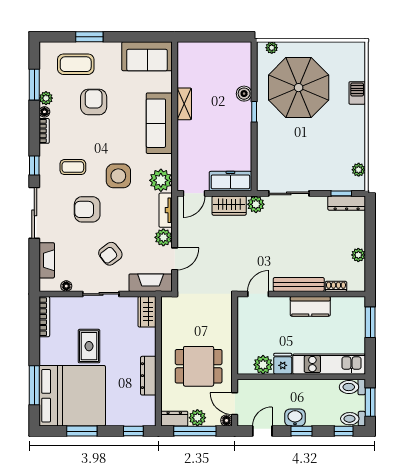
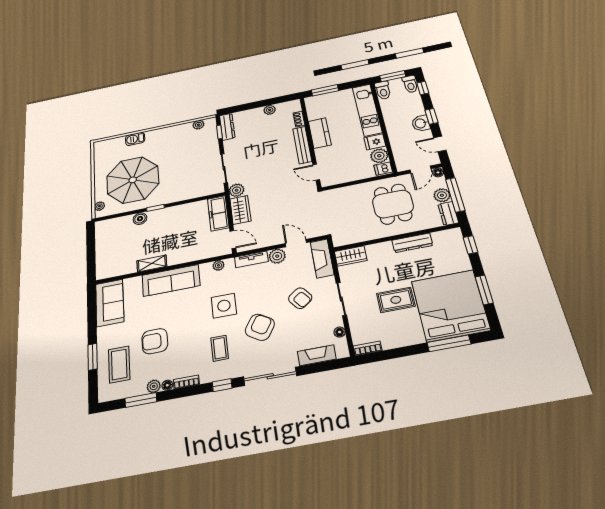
plant: (161, 180) -> (218, 265), width x0.53, depth x0.53
armchair: (87, 209) -> (260, 327), turned -148
bookcase: (44, 317) -> (368, 348), width x0.64
dishwasher: (245, 365) -> (383, 169), added

